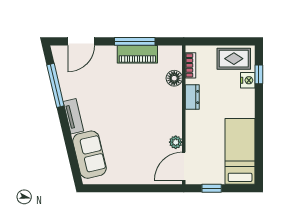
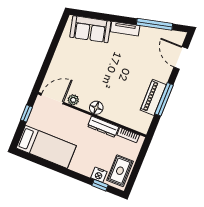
floor lamp: (174, 78) -> (96, 108), moved
dresser: (192, 97) -> (103, 127), width x1.44
door: (184, 166) -> (52, 99), hinge flipped

